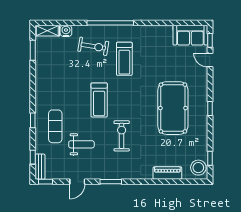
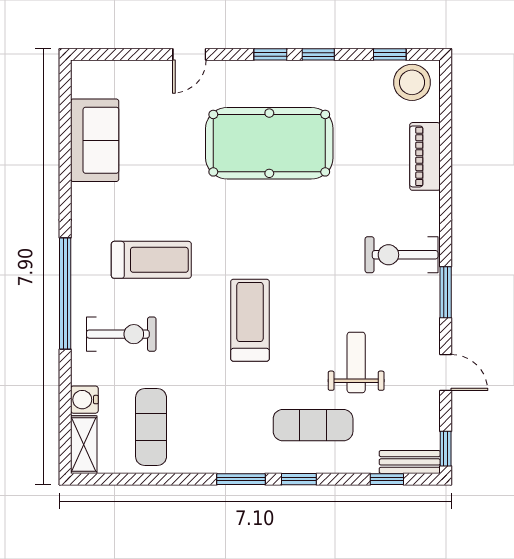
sofa: (190, 35) -> (95, 140), moved
window: (210, 40) -> (318, 54), moved
exercise bike: (93, 46) -> (121, 334), turned 81
window: (33, 50) -> (241, 479), moved
exercise mat: (55, 59) -> (151, 427), added
door: (210, 60) -> (189, 54), moved
treadmill: (99, 100) -> (250, 320), turned -90
exercise bike: (122, 136) -> (402, 255), moved

